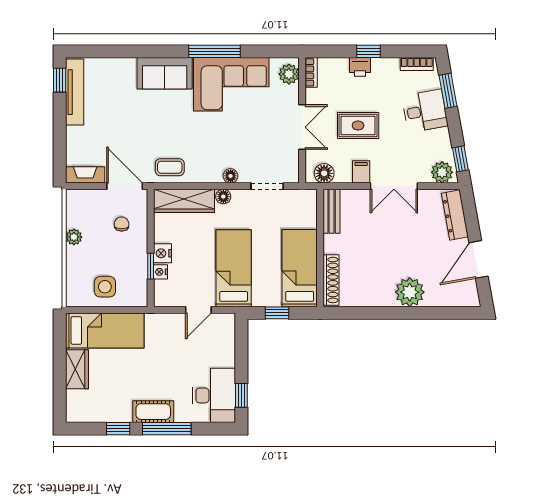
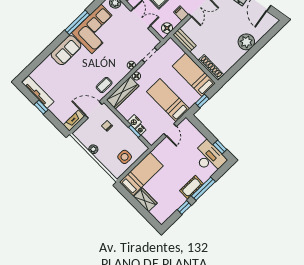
window: (60, 80) -> (41, 107), moved

